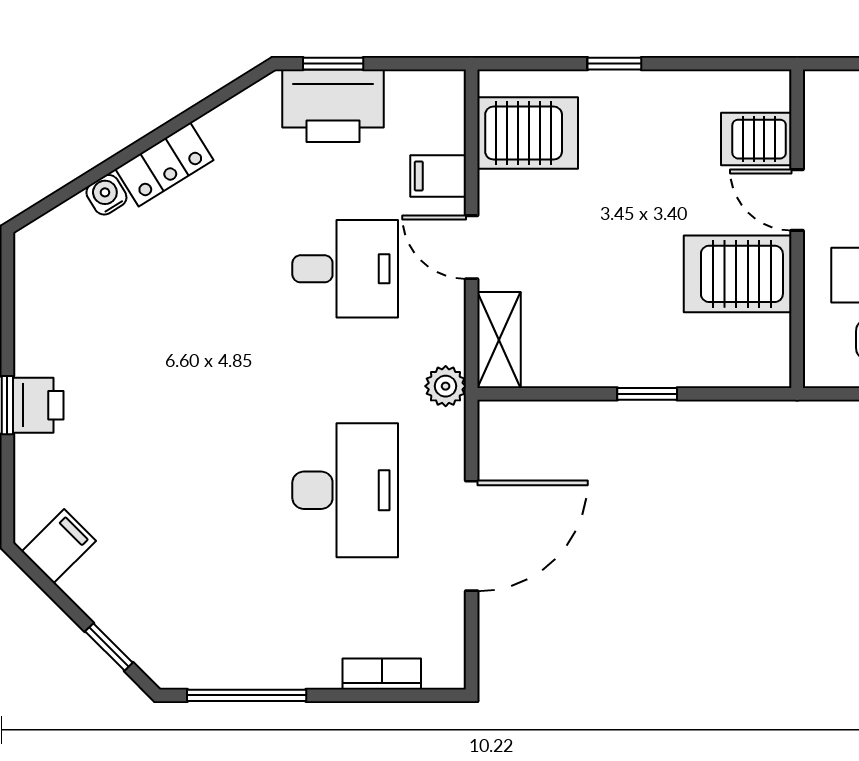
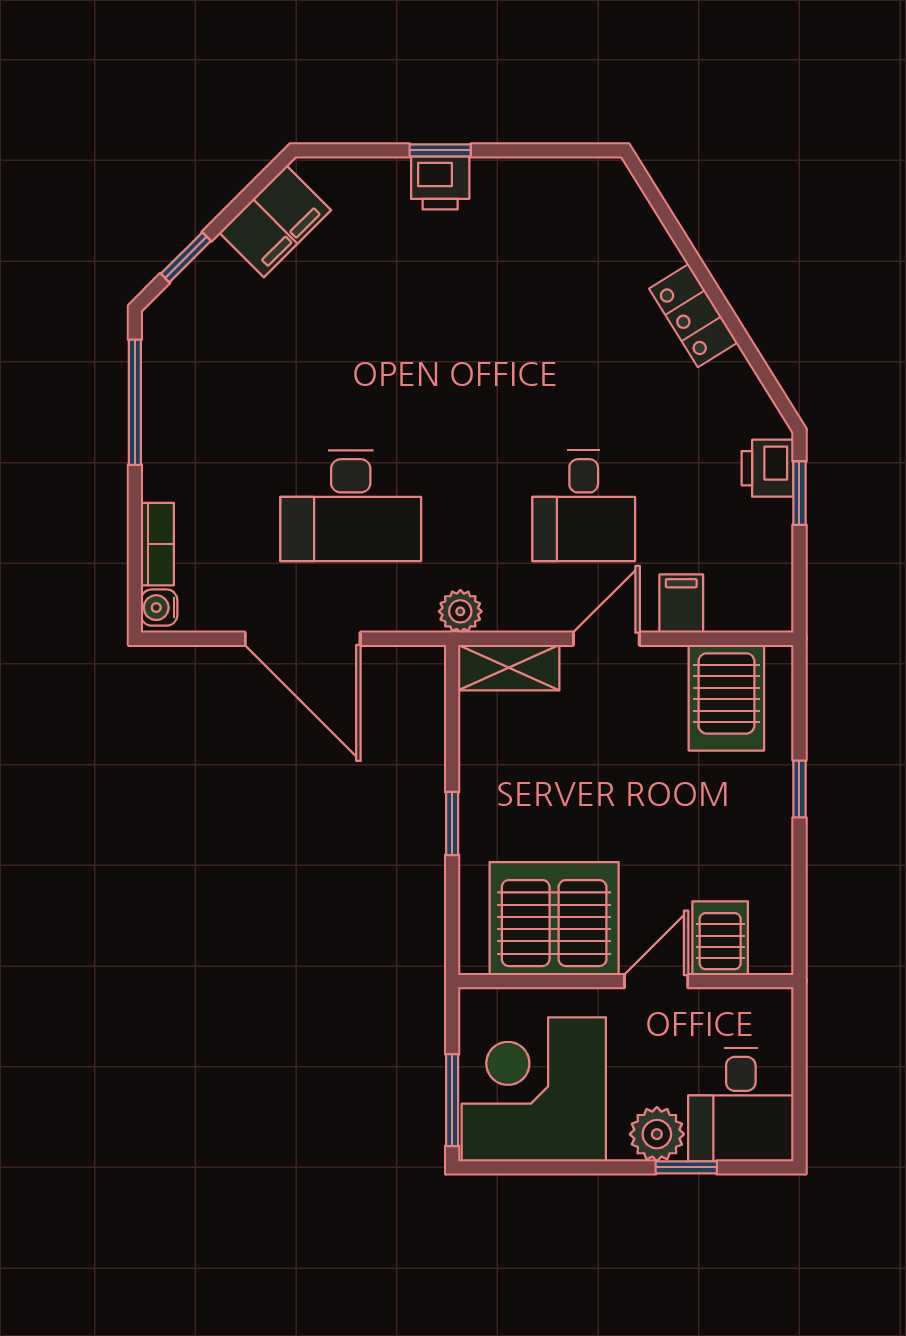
printer: (333, 106) -> (768, 468), width x0.53, depth x0.68
water cooler: (106, 195) -> (159, 608), moved, turned -148
server rack: (738, 274) -> (554, 919), width x1.60
filing cabinet: (59, 546) -> (275, 221), width x2.00

